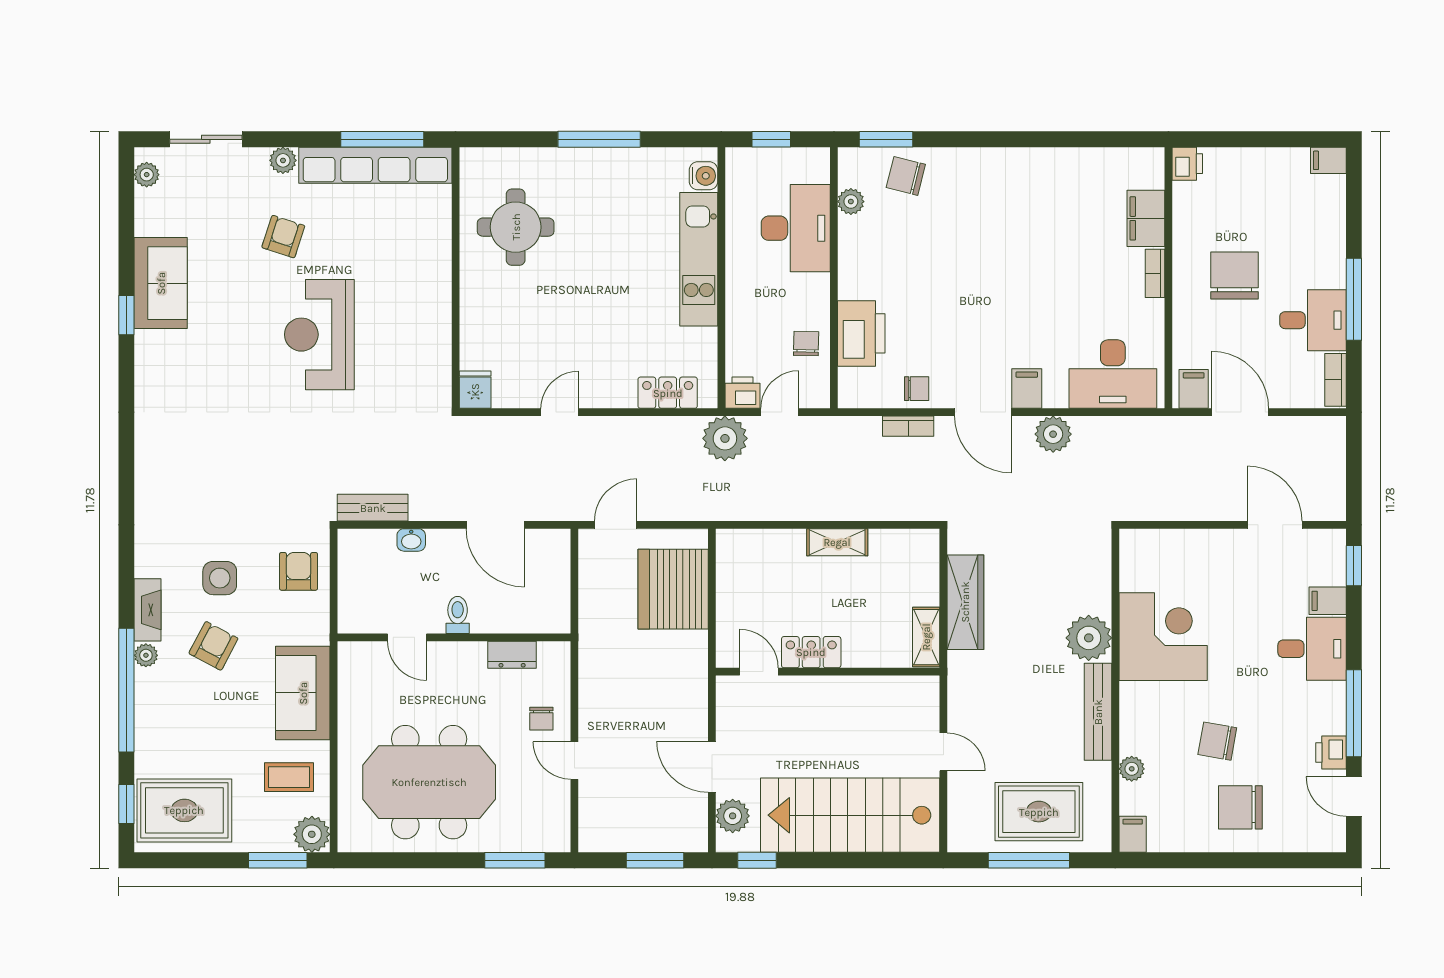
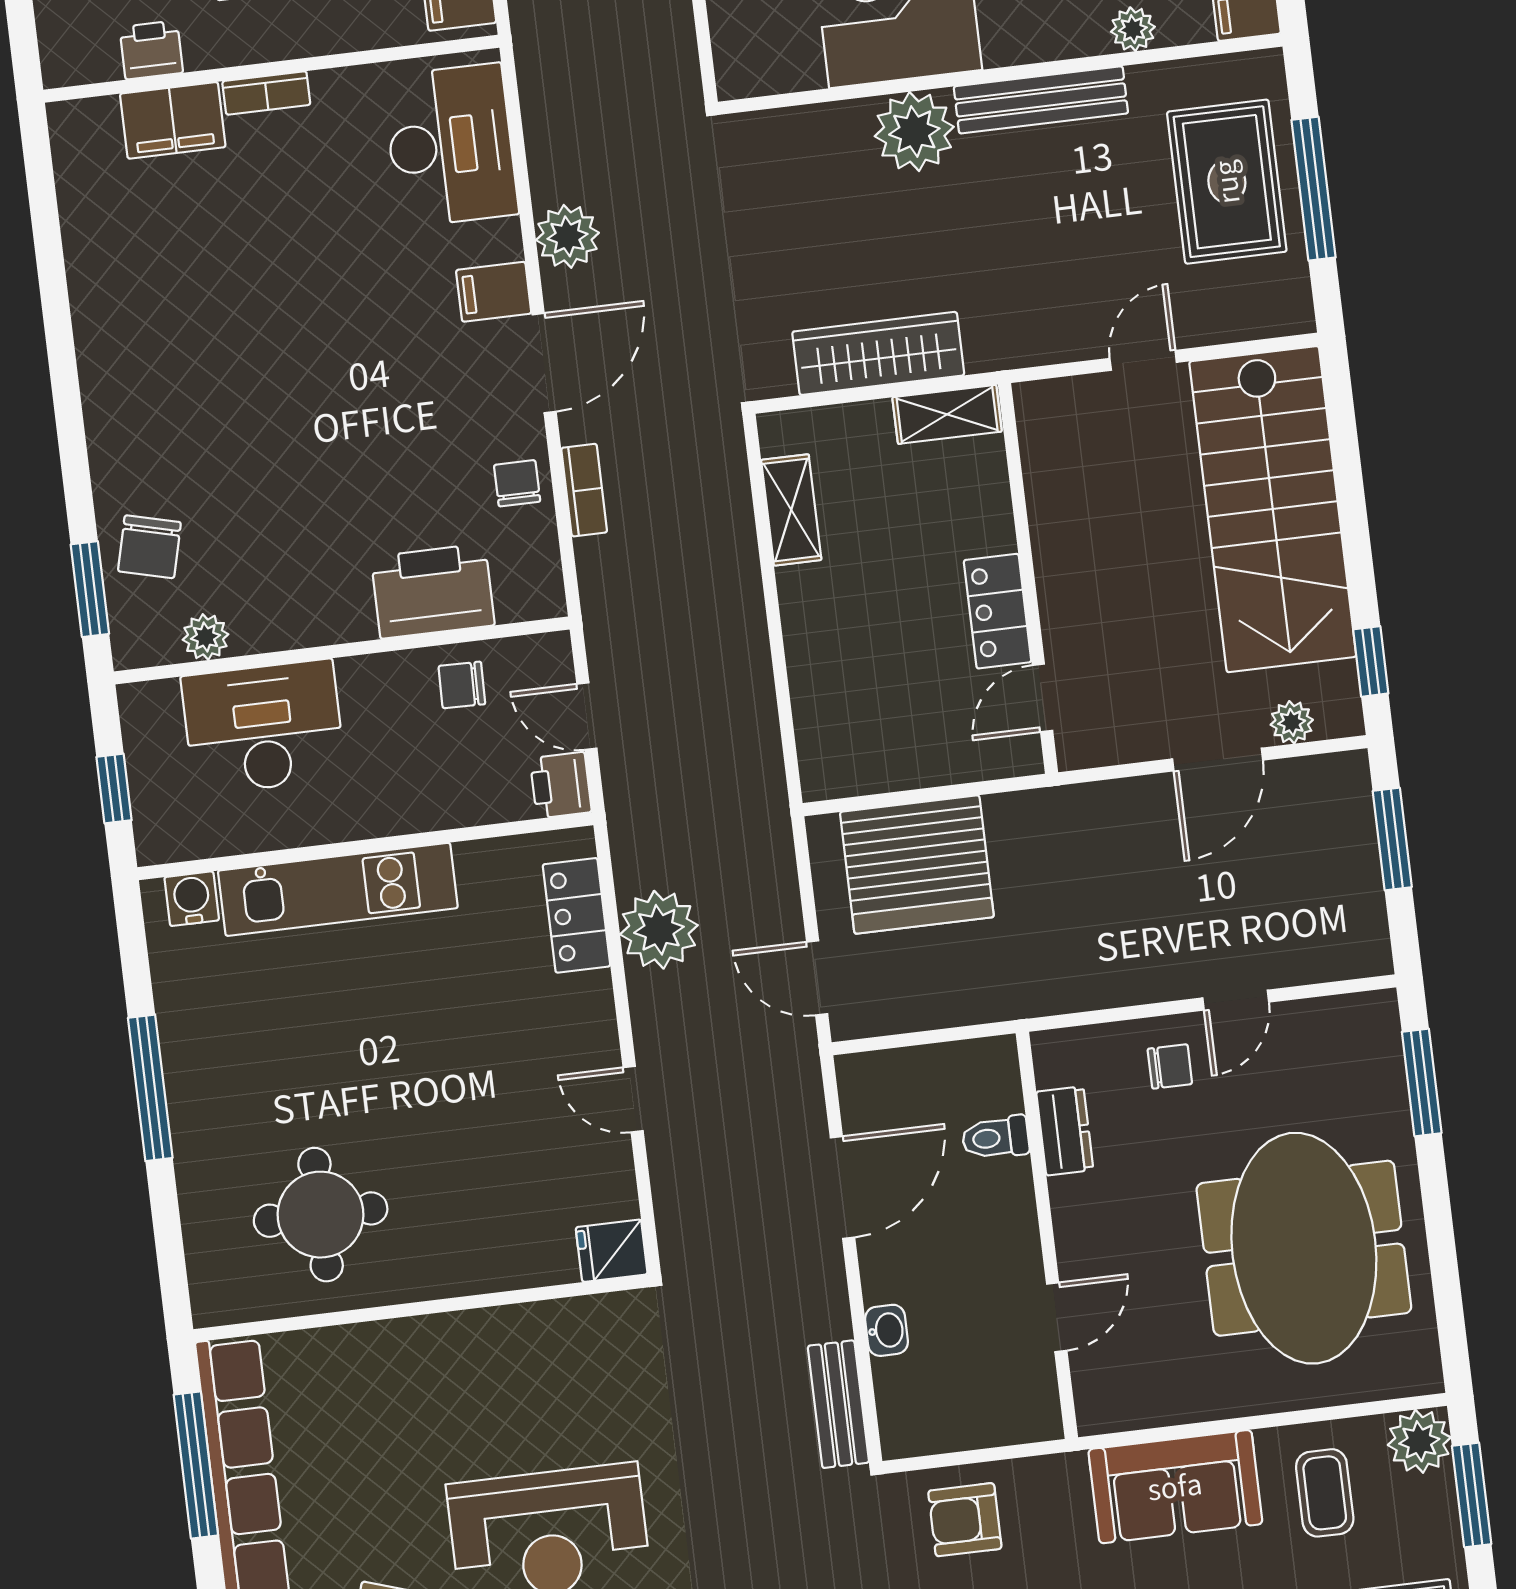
printer: (1187, 164) -> (151, 50), moved
plant: (725, 438) -> (659, 930), moved
shelving: (837, 542) -> (791, 510), moved
toilet: (458, 615) -> (996, 1138), moved
plant: (733, 816) -> (1292, 722), width x0.73, depth x0.73

